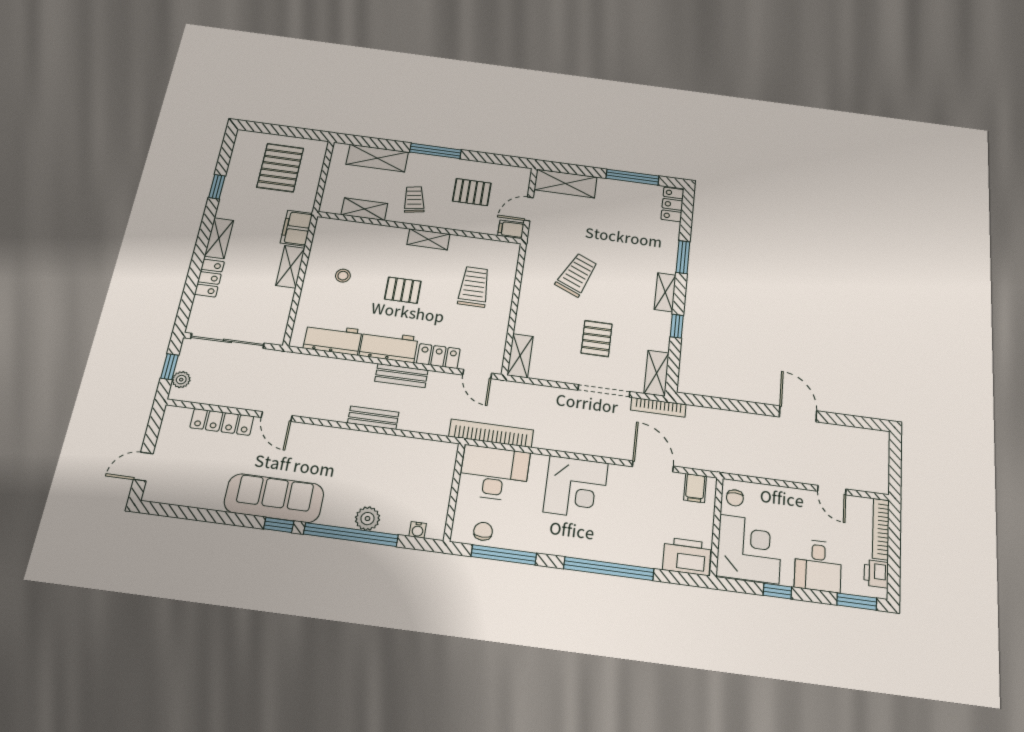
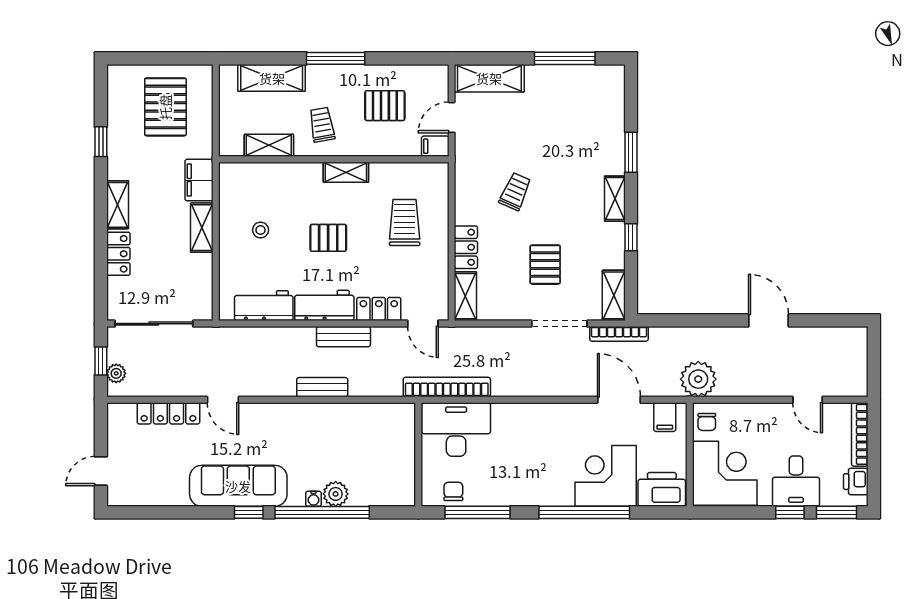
locker: (672, 204) -> (466, 247), moved, turned 180
trolley: (577, 275) -> (515, 192), width x0.73, depth x0.72
plant: (729, 458) -> (698, 379), added
corner desk: (576, 487) -> (606, 476), moved, turned 180
water cooler: (418, 530) -> (313, 499), moved
window: (777, 591) -> (790, 512), moved

